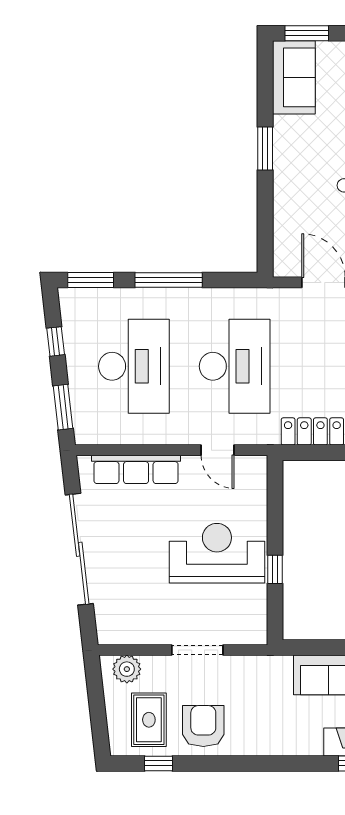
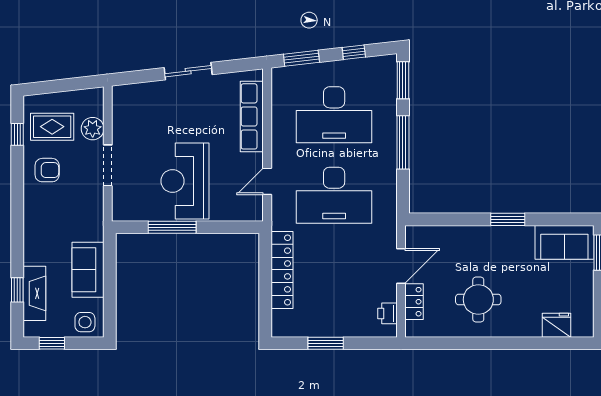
sliding door: (79, 549) -> (188, 71), width x0.54
reception desk: (217, 553) -> (185, 181), turned 180
window: (275, 569) -> (172, 227), width x2.17
plant: (127, 669) -> (93, 129), moved
armchair: (203, 726) -> (47, 170), width x0.72, depth x0.72

